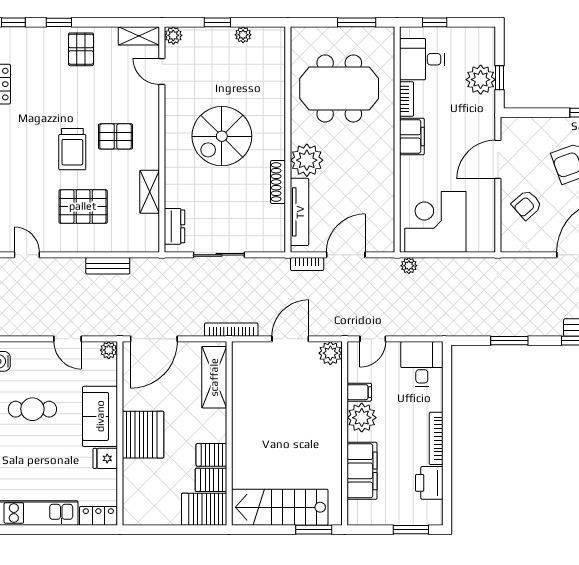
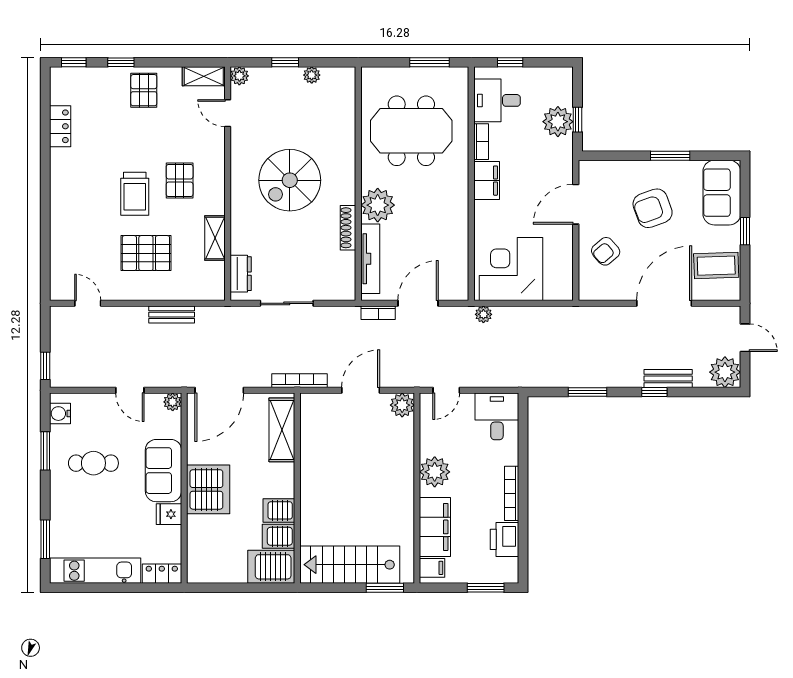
pallet: (116, 136) -> (180, 181), turned 90
filing cabinet: (359, 392) -> (432, 568), moved

